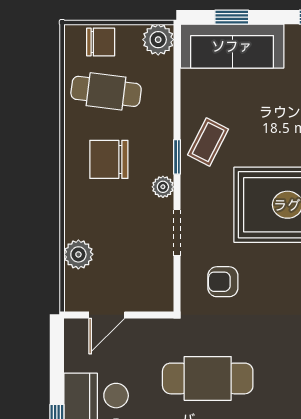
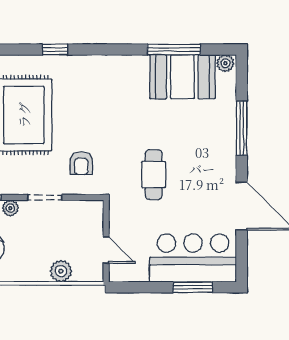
cafe table: (208, 378) -> (154, 175), width x0.73, depth x0.74

